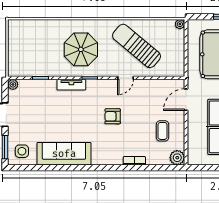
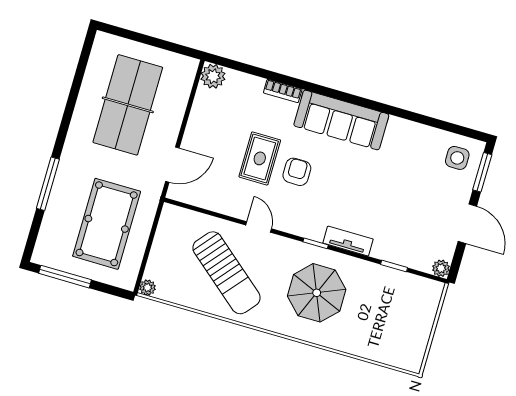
door: (126, 78) -> (259, 227), hinge flipped
armchair: (113, 116) -> (297, 172), turned -90
rug: (136, 118) -> (260, 158), added
coffee table: (163, 131) -> (224, 126), removed
sofa: (64, 154) -> (341, 120), moved

